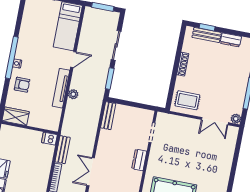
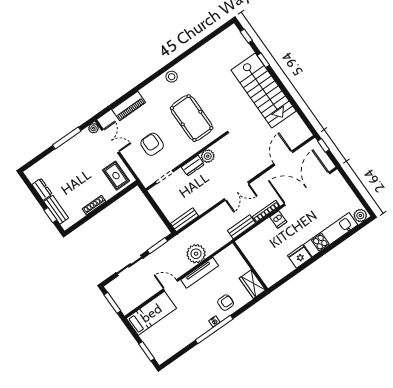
armchair: (22, 85) -> (226, 303), turned 90
plant: (73, 94) -> (196, 254), width x1.87, depth x1.87
dishwasher: (49, 139) -> (278, 219), moved
armchair: (183, 147) -> (152, 144), added
piano: (226, 159) -> (129, 106), added
plant: (135, 177) -> (208, 156), added

